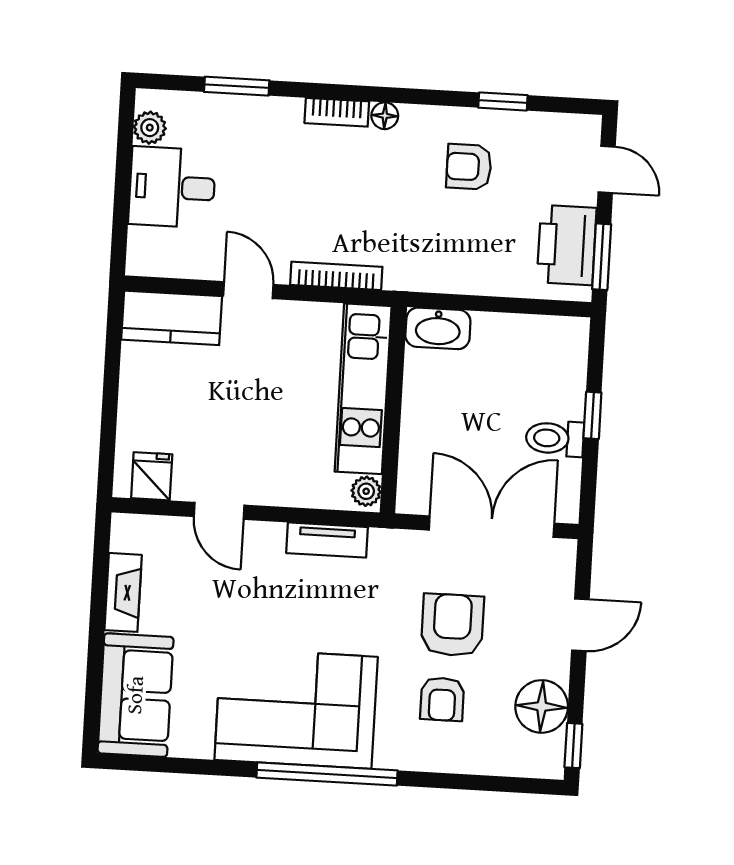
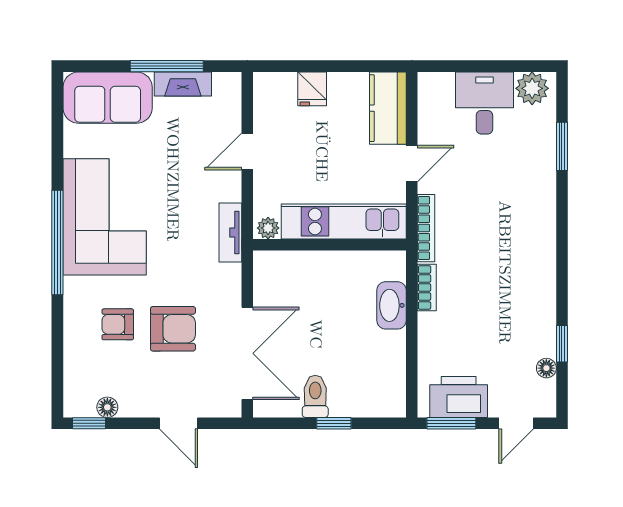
bookcase: (337, 112) -> (427, 287), moved, turned 180
floor lamp: (385, 116) -> (546, 368), moved
plant: (150, 128) -> (532, 88), width x1.38, depth x1.38
armchair: (469, 167) -> (512, 321), removed
kitchen unit: (363, 389) -> (344, 221), moved
wall: (393, 410) -> (330, 245), moved
fridge: (152, 476) -> (312, 89), moved, turned 90
plant: (366, 491) -> (268, 228), moved
window: (98, 613) -> (167, 66), added
floor lamp: (542, 706) -> (107, 407), width x0.53, depth x0.53

